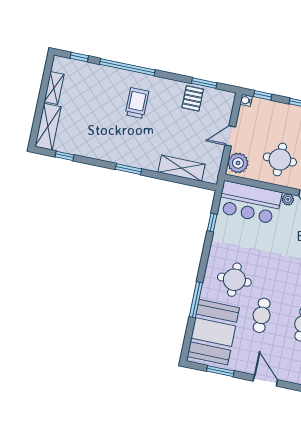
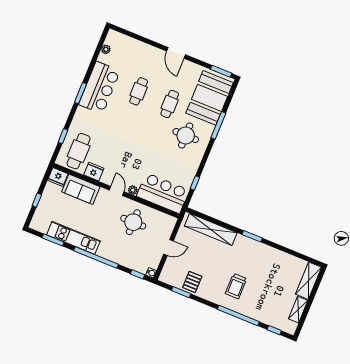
window: (65, 156) -> (300, 256), removed
plant: (238, 163) -> (166, 225), removed
shelving: (181, 168) -> (211, 229), width x1.47
window: (220, 371) -> (221, 71), moved

